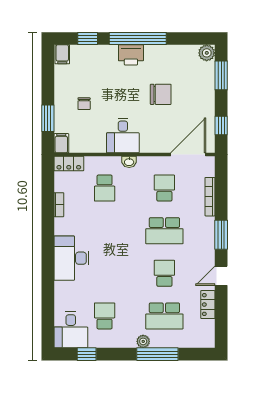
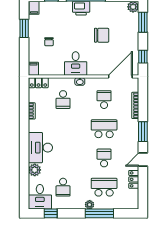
window: (48, 118) -> (24, 28), moved
school desk: (164, 231) -> (104, 129), turned 180
plant: (63, 291) -> (35, 170), added
school desk: (105, 316) -> (63, 187), turned 180
school desk: (164, 316) -> (104, 187), turned 180

